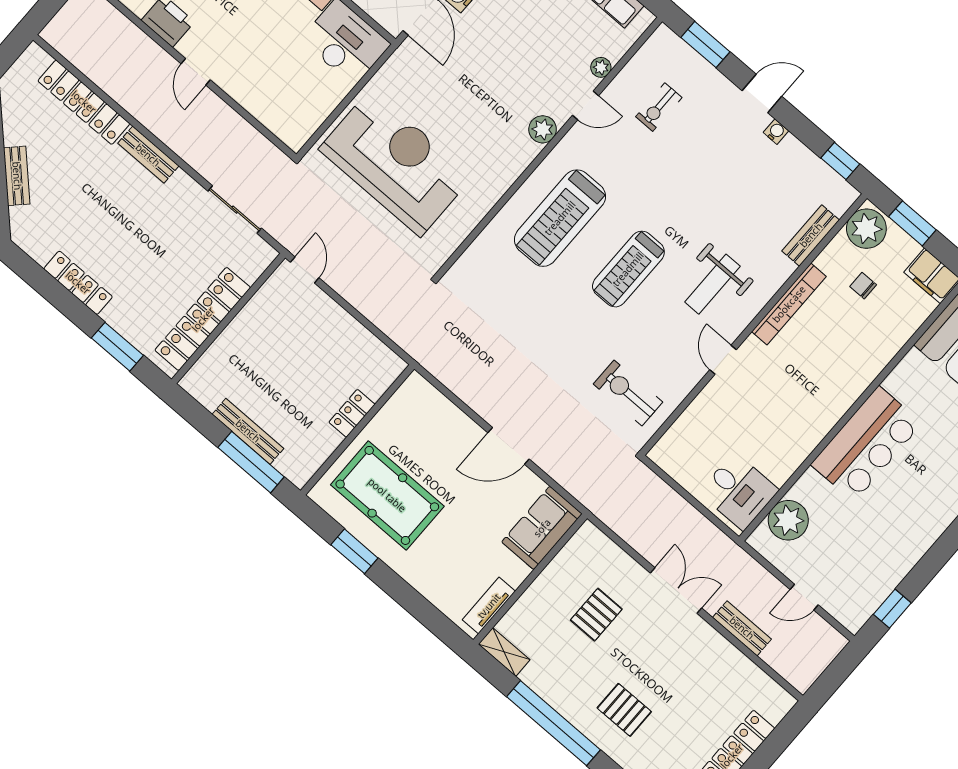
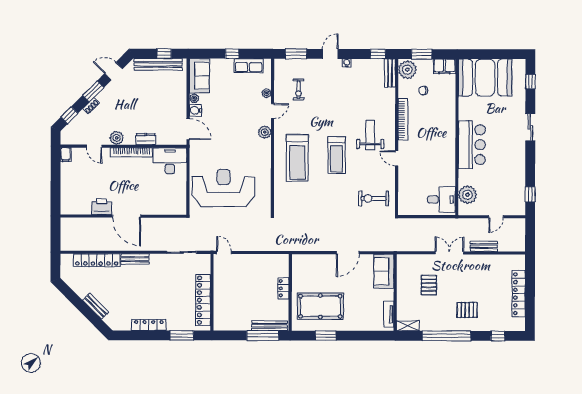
door: (196, 72) -> (127, 216), width x1.87
bench: (811, 235) -> (390, 73), moved
weight bench: (712, 284) -> (370, 135), turned 180
bench: (248, 431) -> (270, 326), moved

